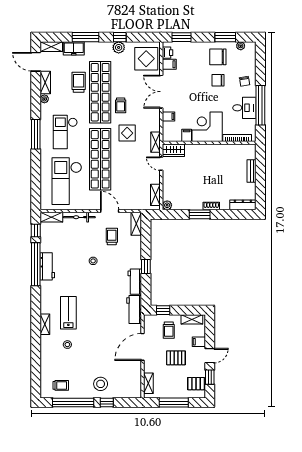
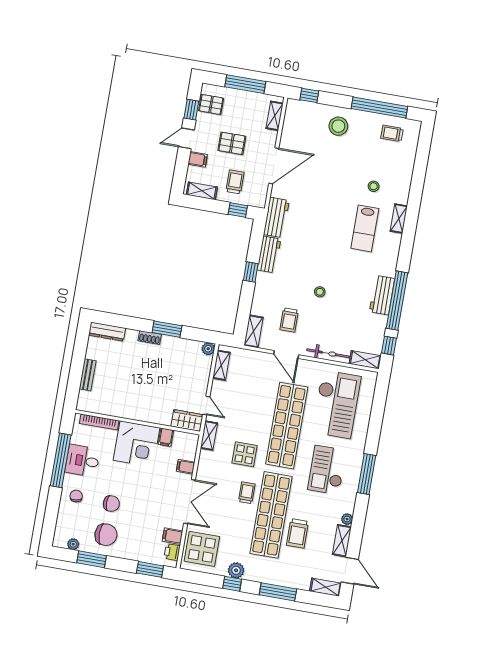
freezer: (74, 48) -> (296, 580), removed
checkout: (65, 132) -> (327, 470), turned 180
window: (107, 403) -> (309, 95), moved

